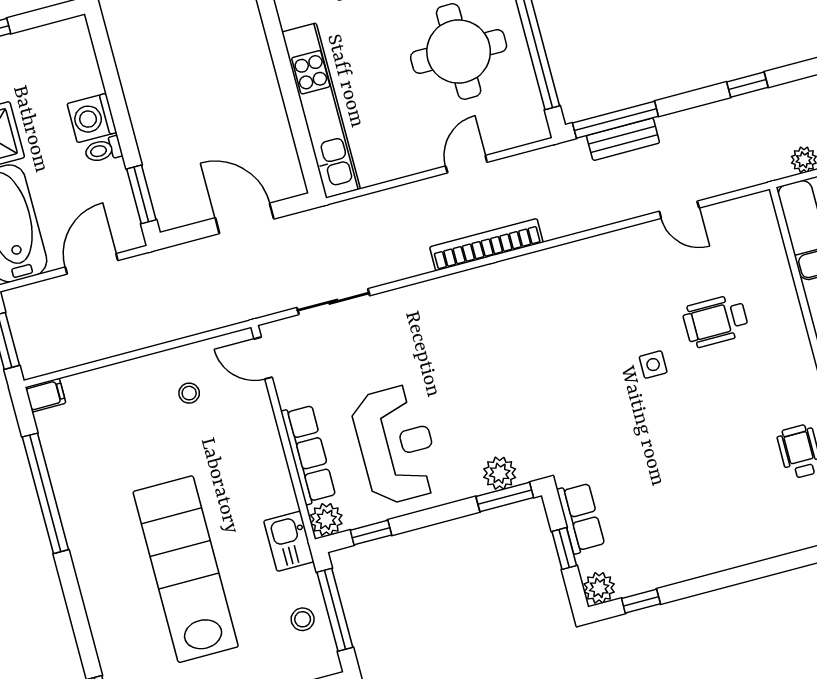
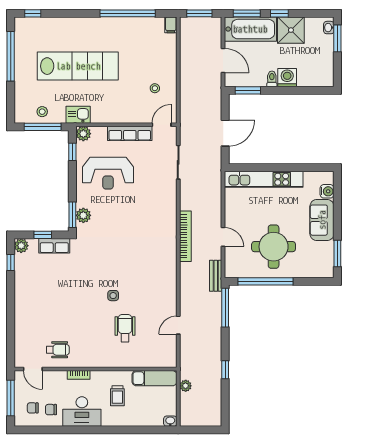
bench: (623, 139) -> (216, 276), moved
row of seats: (308, 454) -> (130, 133), moved

